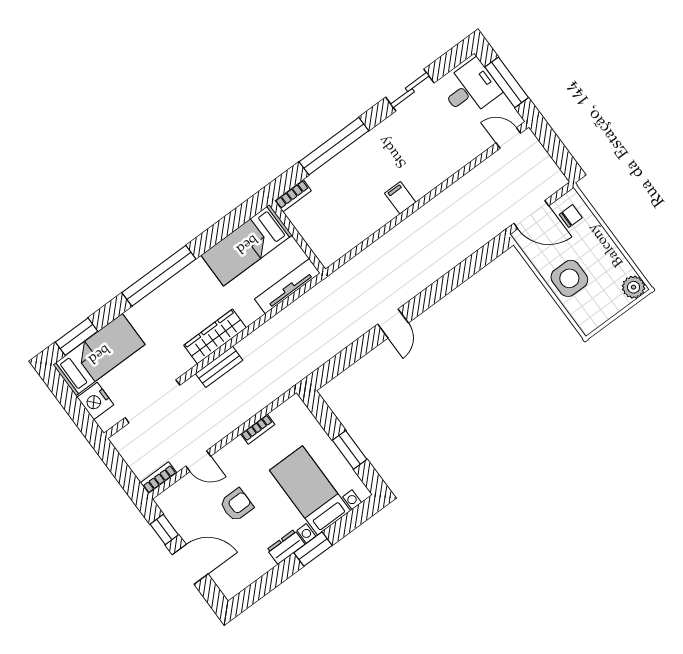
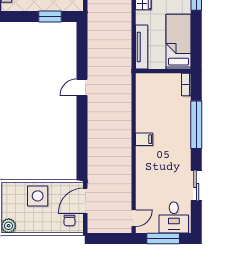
door: (393, 323) -> (82, 87), hinge flipped
window: (350, 450) -> (50, 17), moved

